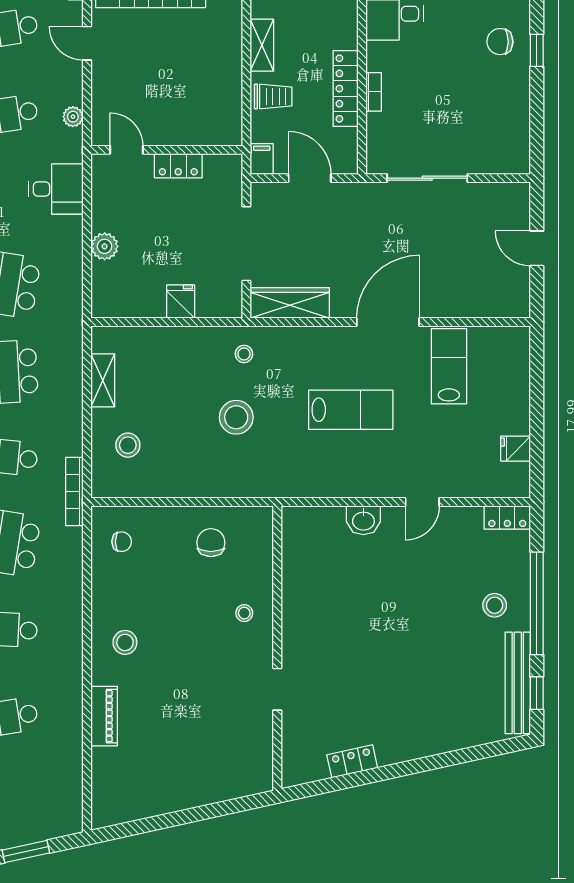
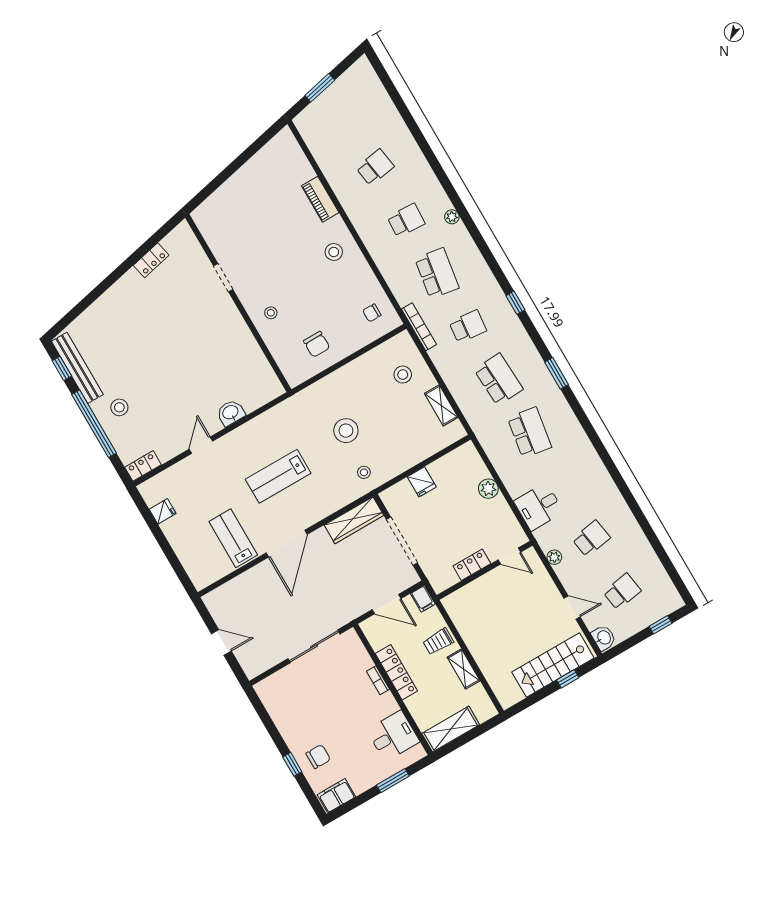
lab bench: (449, 366) -> (233, 538), turned 180

